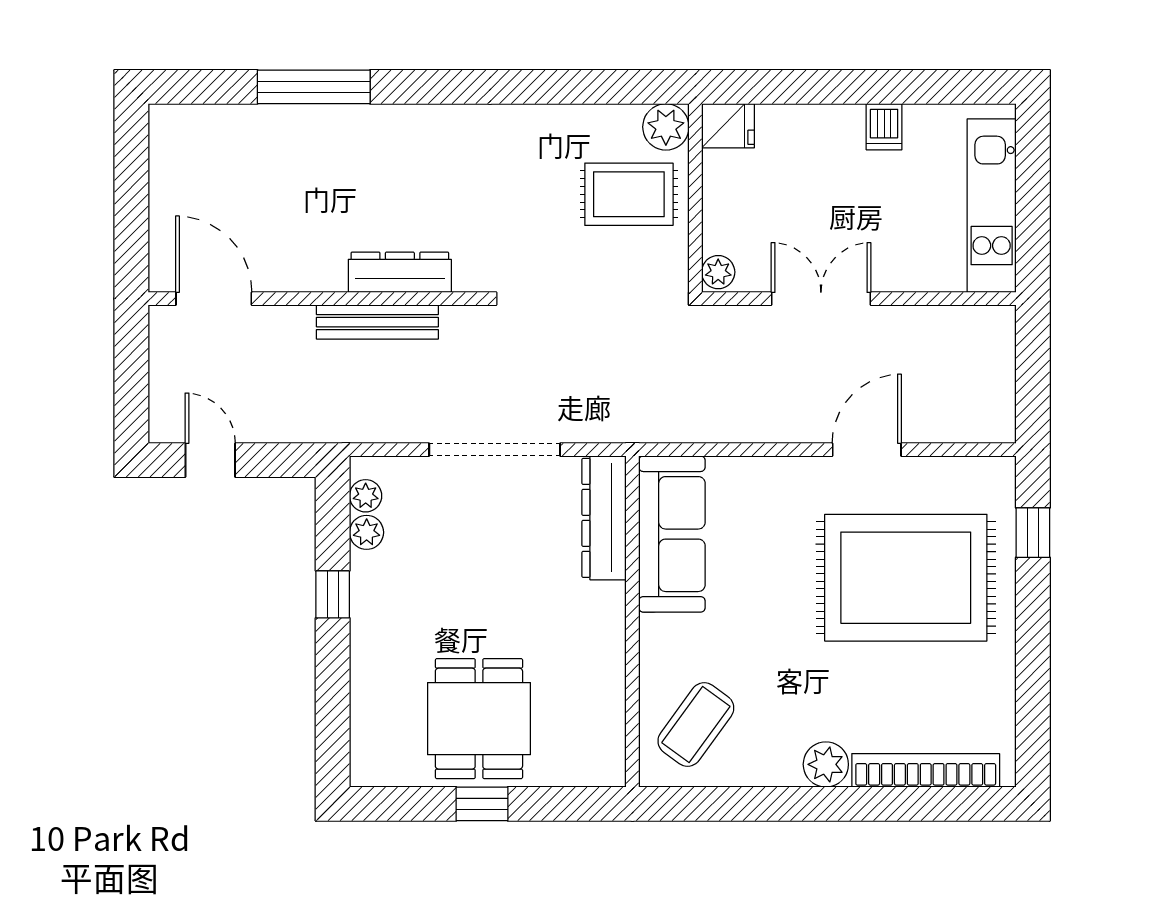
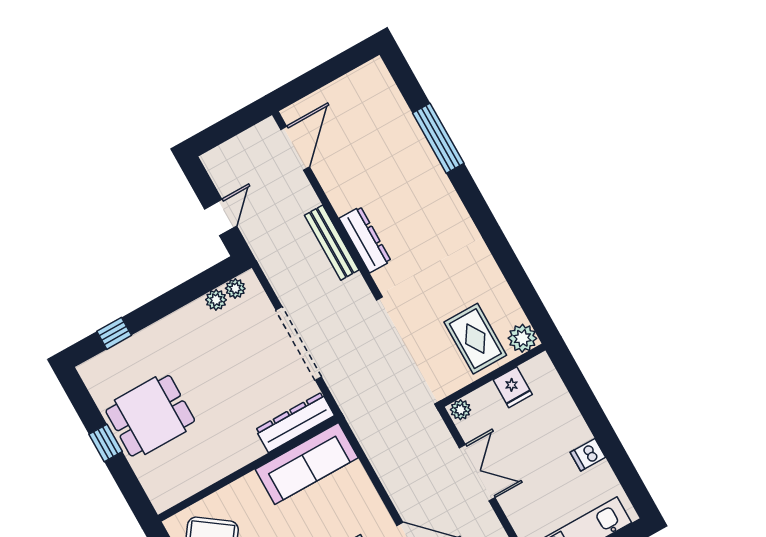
fridge: (728, 126) -> (513, 387), moved
door: (210, 460) -> (221, 217), moved
window: (333, 594) -> (114, 333), moved

